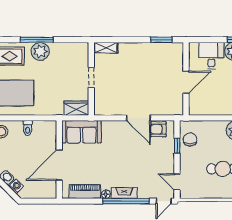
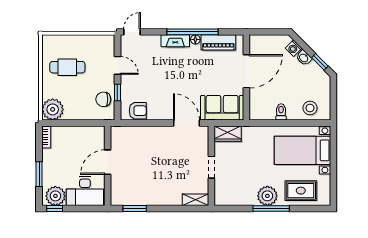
desk: (211, 56) -> (85, 191), width x1.37
door: (139, 118) -> (187, 123), moved
chair: (190, 140) -> (103, 99), turned 90
door: (177, 182) -> (117, 65), moved
window: (126, 201) -> (193, 32), moved

